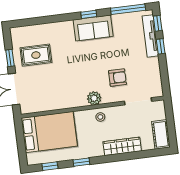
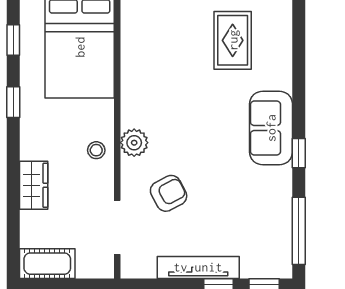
sofa: (93, 28) -> (271, 128), moved
tv unit: (150, 36) -> (198, 267), moved
armchair: (117, 78) -> (169, 193), turned -118
wardrobe: (122, 146) -> (34, 185), width x0.67

